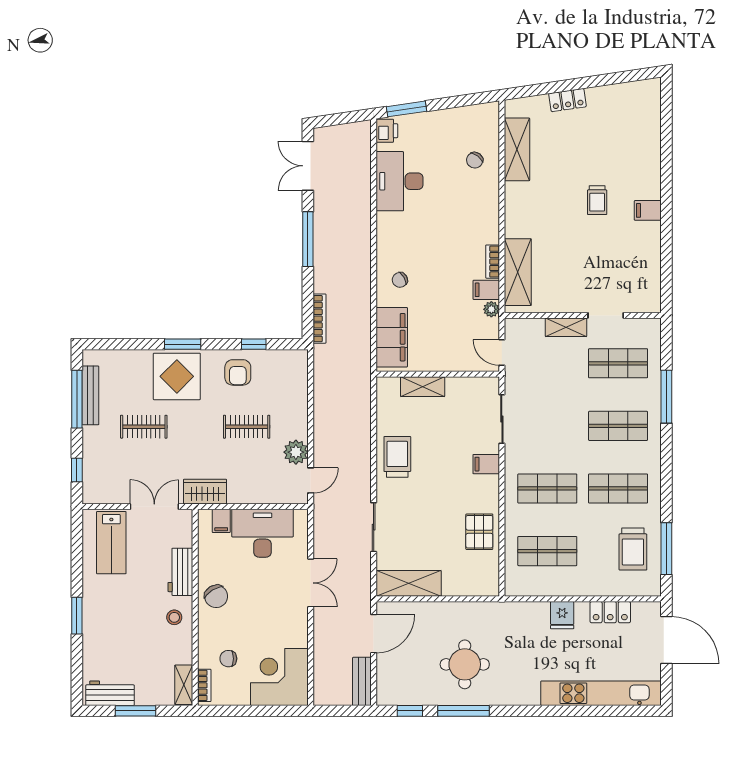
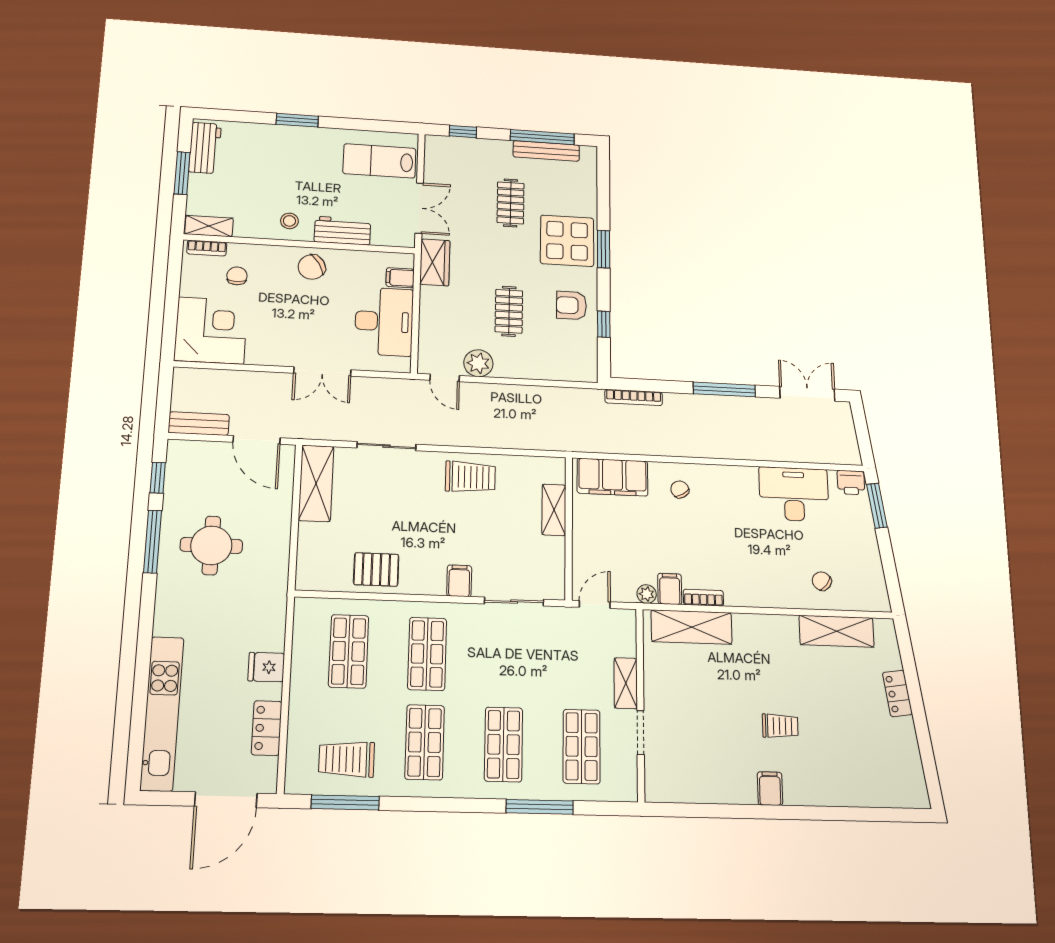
trolley: (597, 200) -> (780, 726), turned 180

